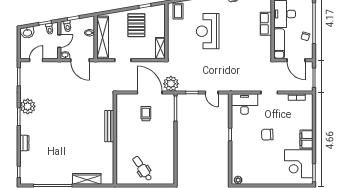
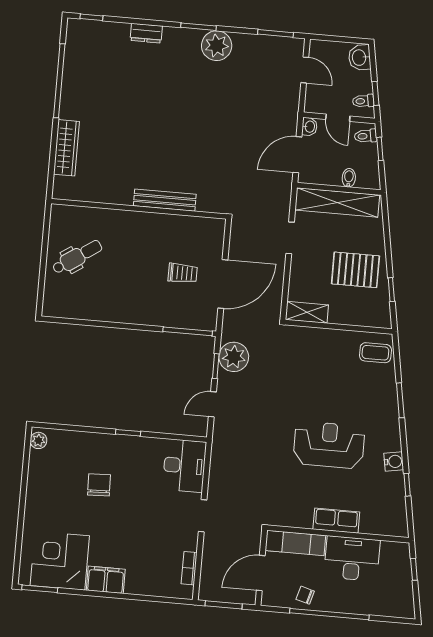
reception desk: (208, 31) -> (329, 445), moved
plant: (171, 84) -> (234, 357), moved
chair: (267, 135) -> (99, 485), moved

